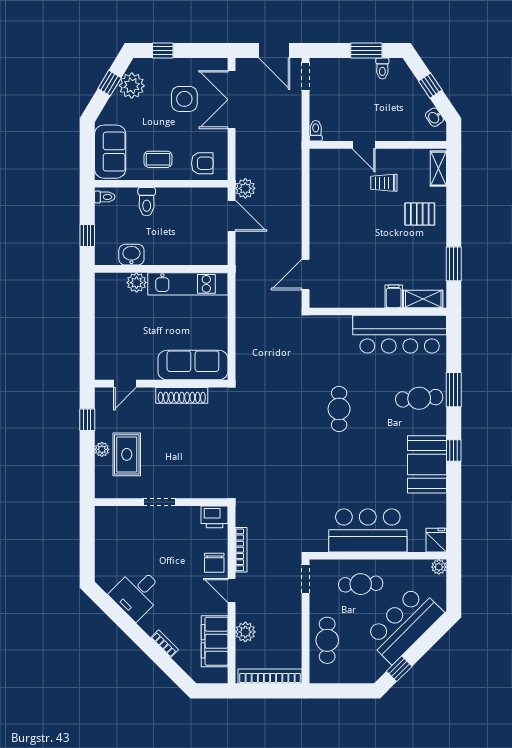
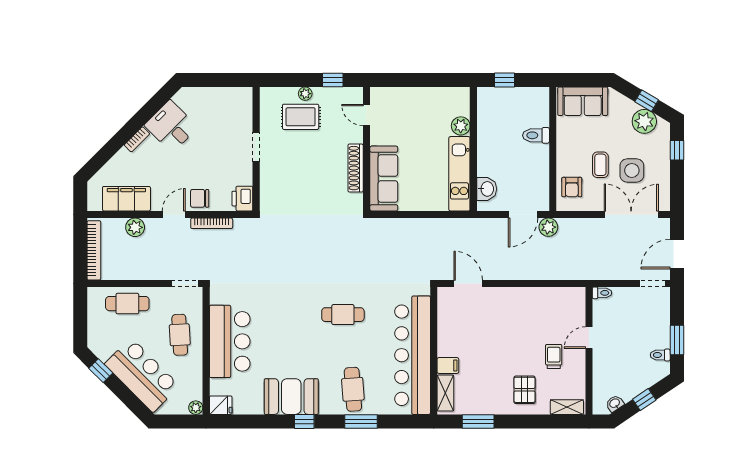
coffee table: (158, 159) -> (600, 165), moved
toilet: (105, 197) -> (540, 96), removed
washbasin: (131, 255) -> (487, 189), moved
bar counter: (400, 334) -> (413, 355), width x1.36
bookcase: (165, 644) -> (137, 139), moved

